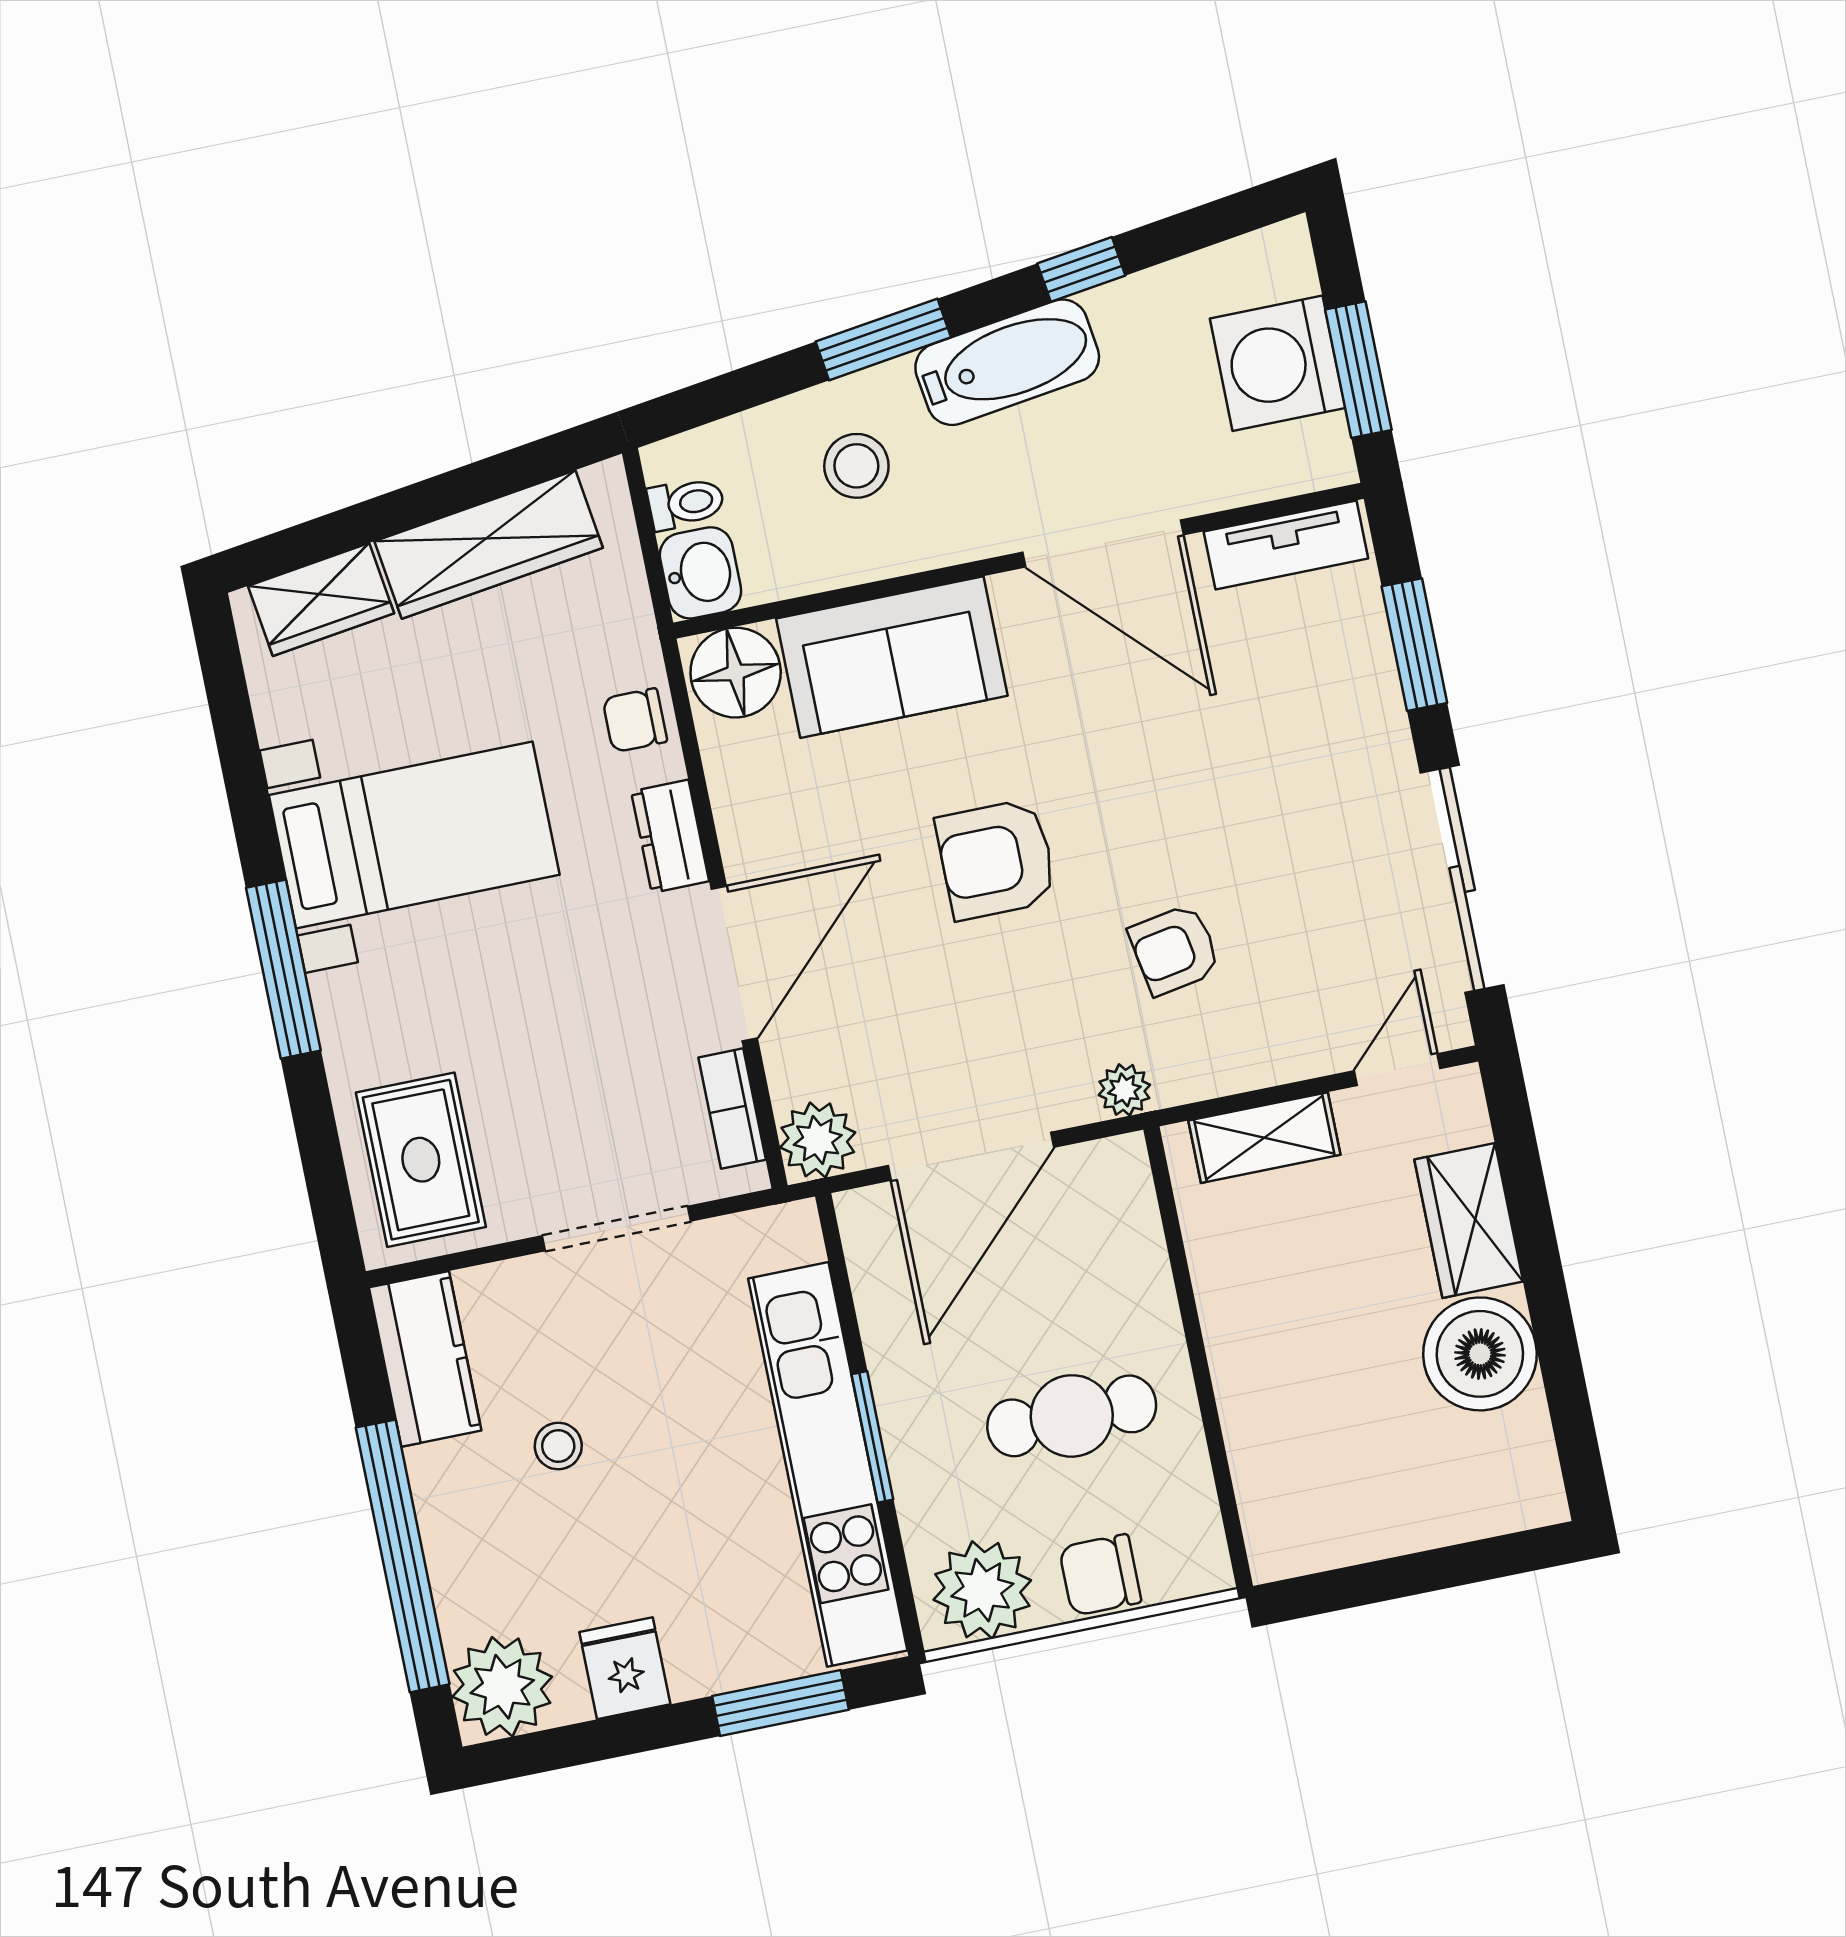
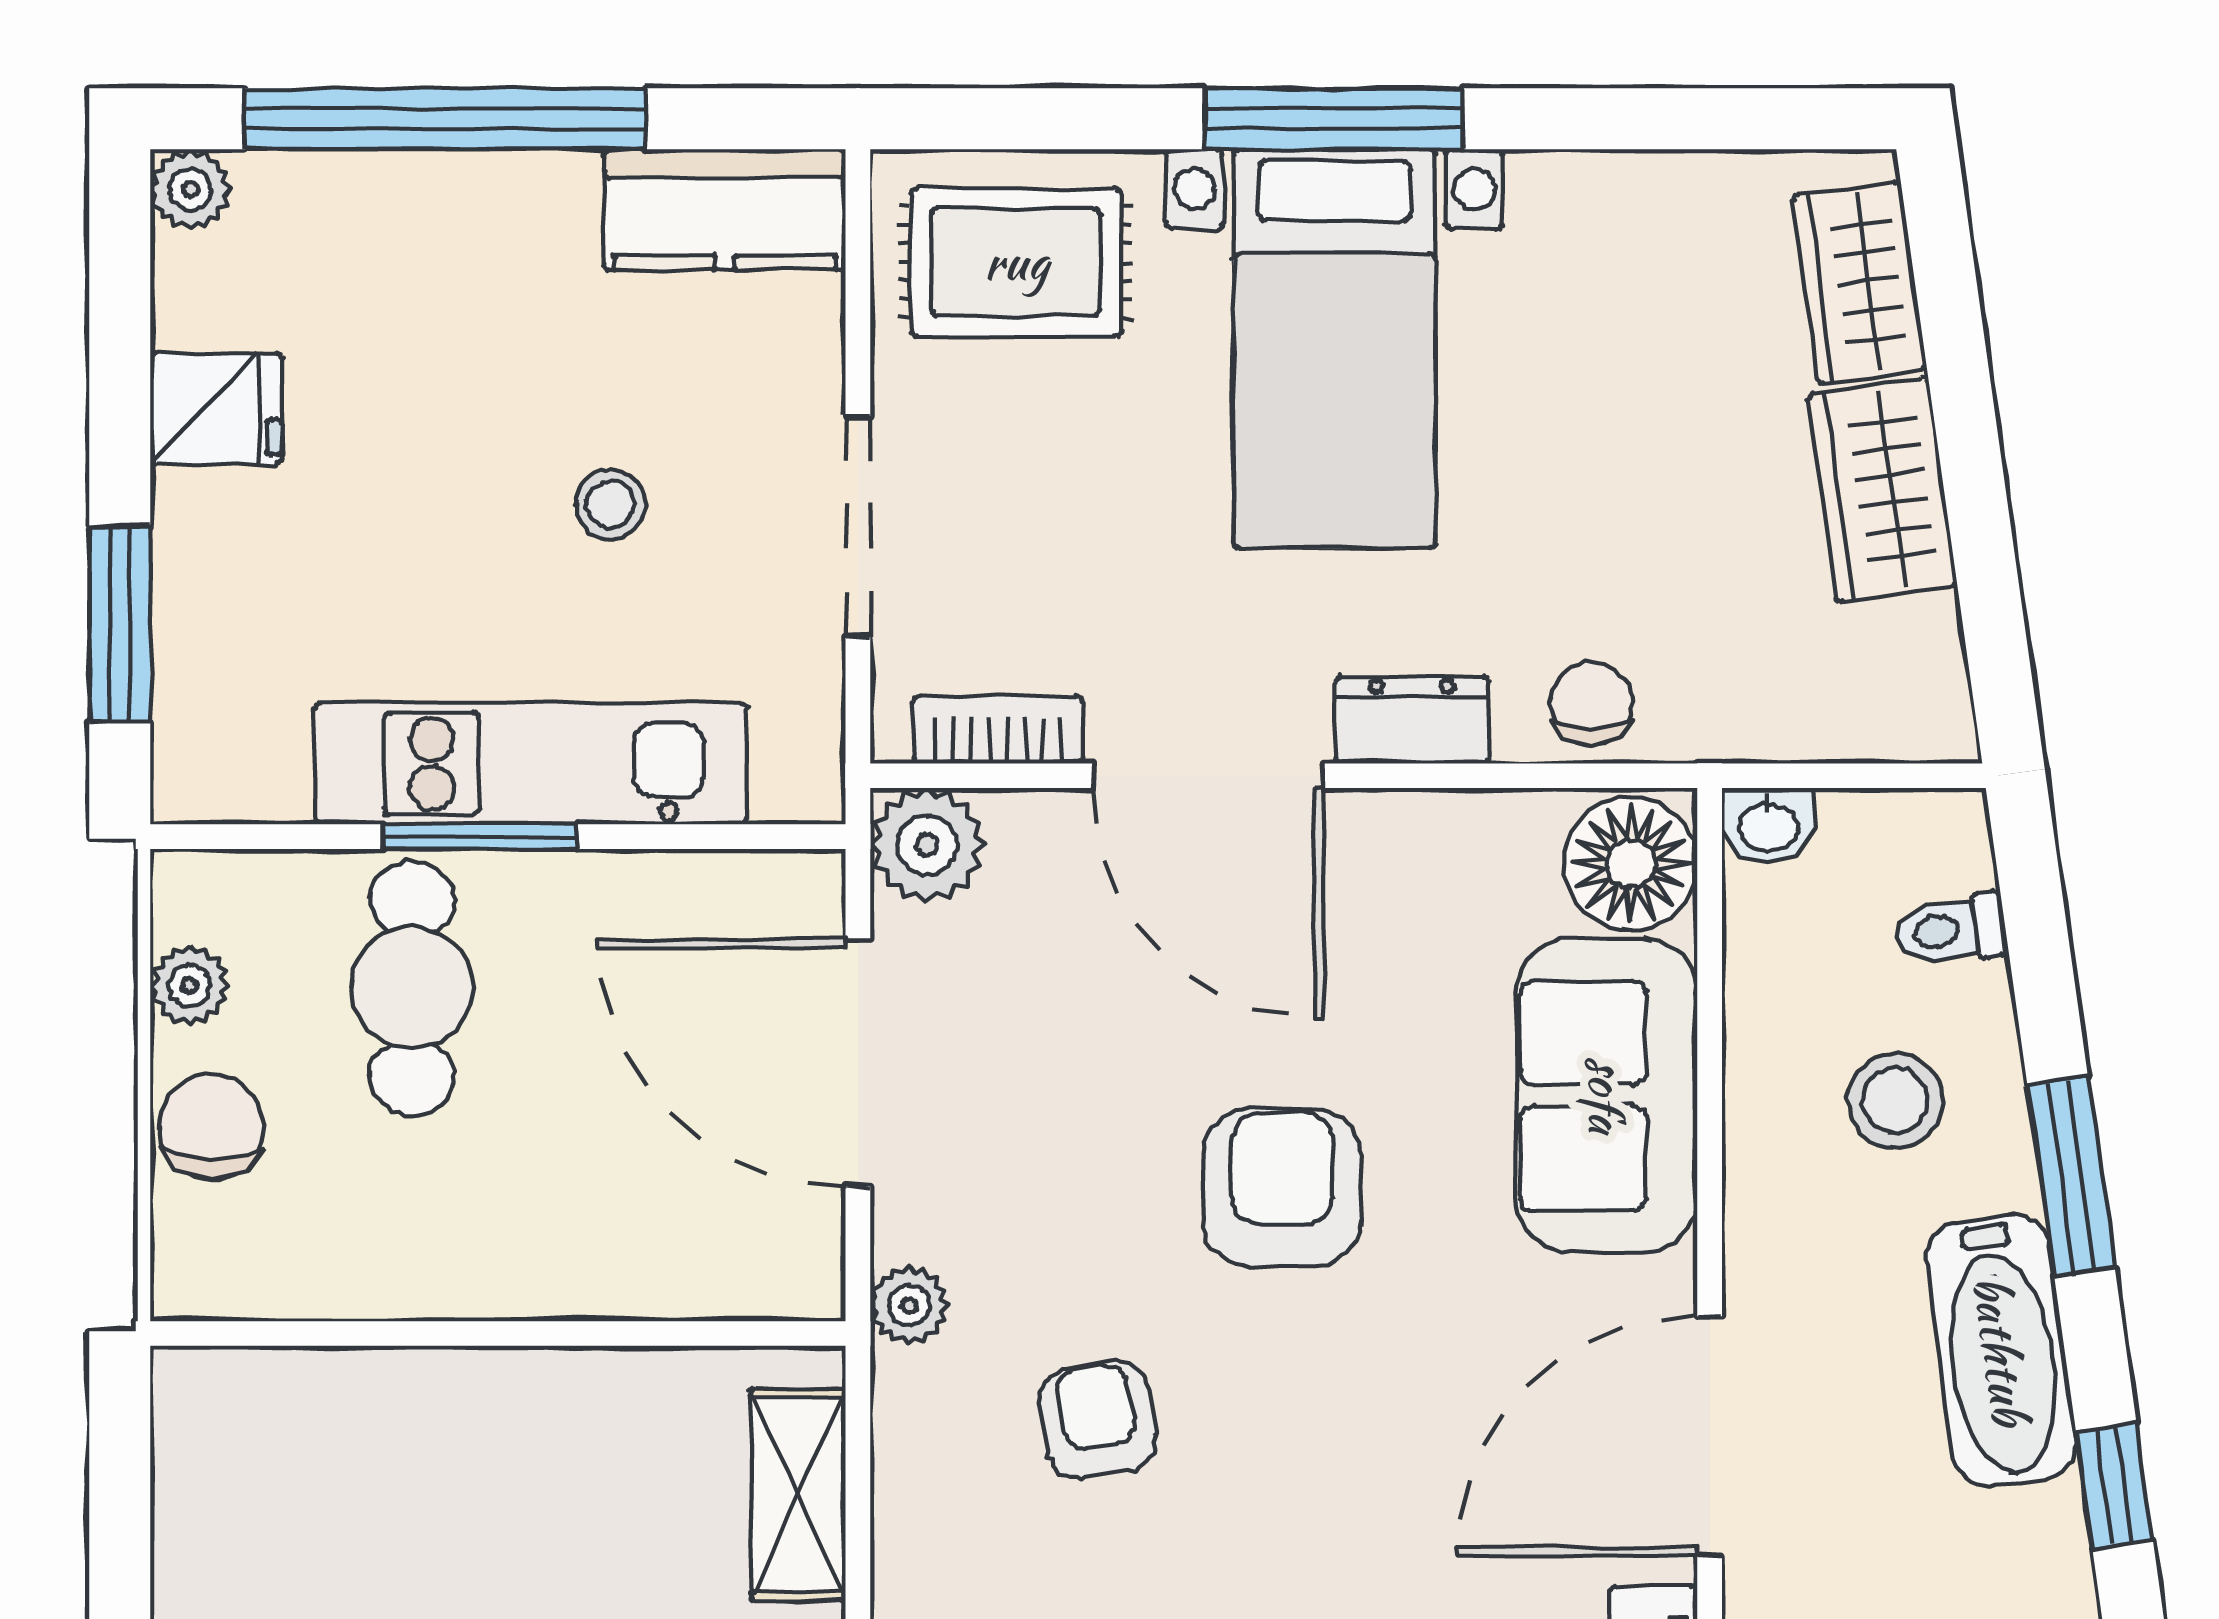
toilet: (686, 503) -> (1951, 930), moved, turned 82
wardrobe: (489, 544) -> (1883, 490), width x0.67
washbasin: (700, 573) -> (1768, 825), width x0.72, depth x0.69
bed with nightstands: (414, 835) -> (1334, 349), moved
cafe table: (1072, 1416) -> (412, 988), moved
stool: (558, 1446) -> (610, 504), moved
kitchen unit: (828, 1464) -> (531, 764), width x0.73
plant: (982, 1590) -> (190, 986), width x0.53, depth x0.53
plant: (502, 1687) -> (190, 189), width x0.53, depth x0.53

